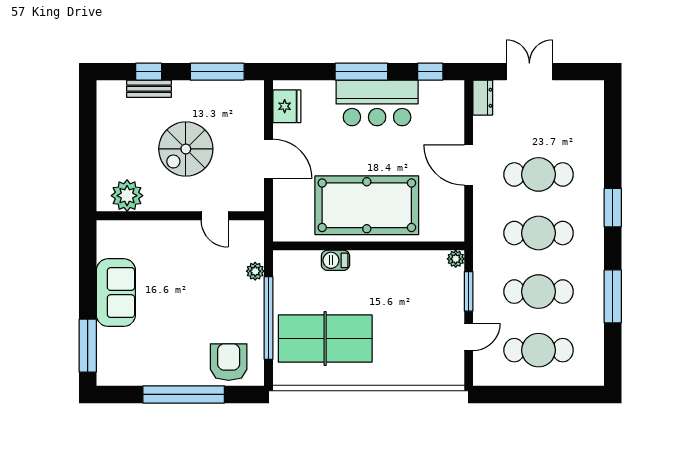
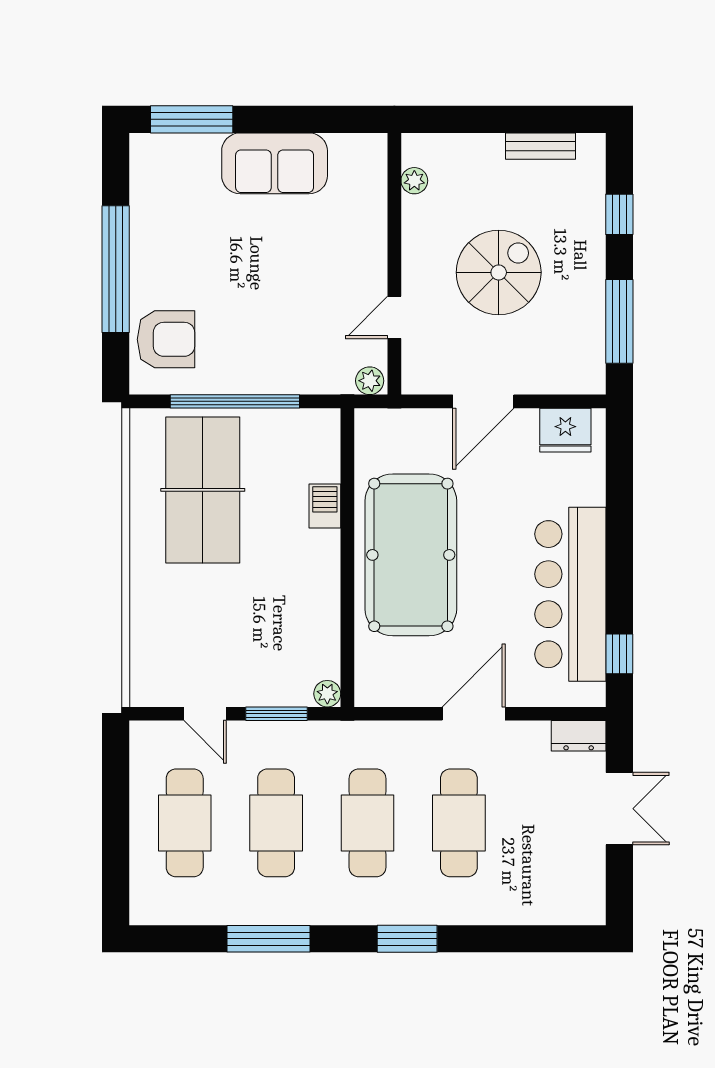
window: (361, 72) -> (619, 547), removed
bench: (149, 89) -> (541, 146), moved, turned 90
bar counter: (377, 103) -> (570, 594), width x1.36
spiral stairs: (186, 149) -> (499, 272), turned 90
plant: (127, 196) -> (414, 181), width x0.53, depth x0.53
plant: (255, 271) -> (370, 381), moved

